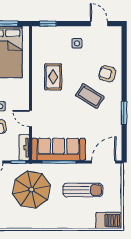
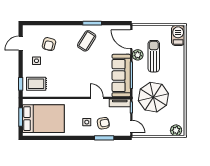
armchair: (107, 74) -> (49, 44), moved
rug: (53, 77) -> (36, 84), moved
coffee table: (90, 96) -> (87, 41), moved
door: (31, 119) -> (97, 98), swing flipped
plant: (84, 170) -> (138, 55), added

